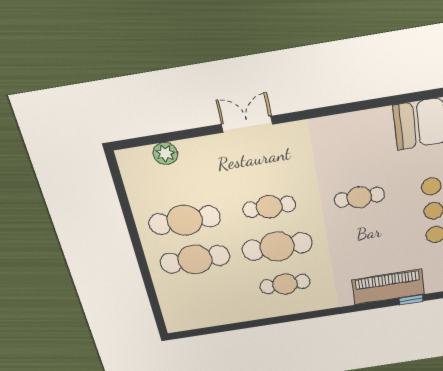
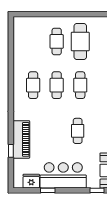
cafe table: (277, 247) -> (57, 85), width x0.73, depth x0.74
cafe table: (195, 259) -> (57, 41), width x0.73, depth x0.74

